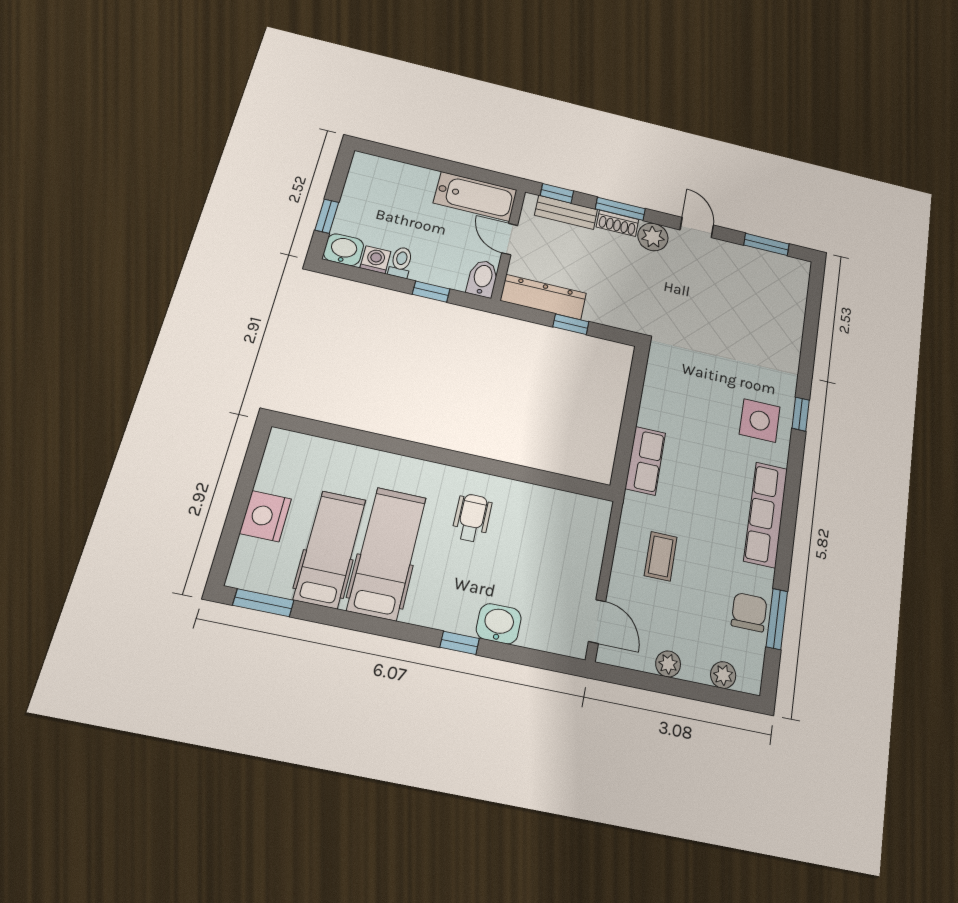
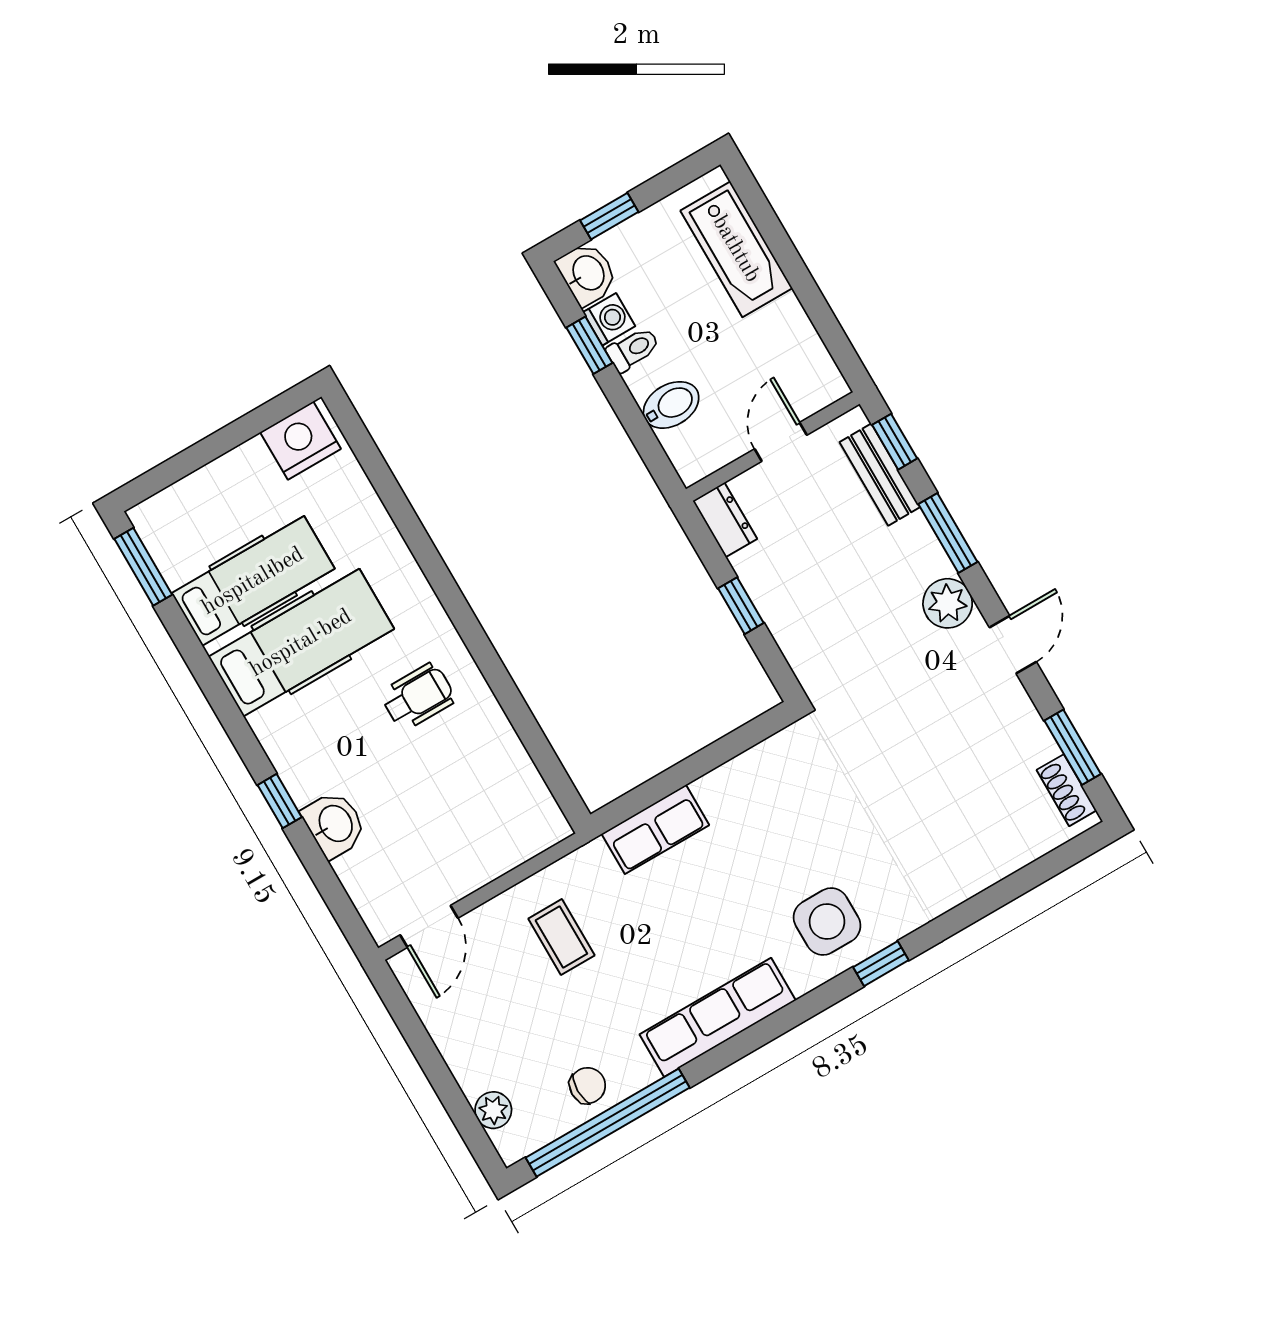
bathtub: (475, 196) -> (736, 249), moved
shoe rack: (617, 223) -> (1066, 790), moved
bidet: (483, 278) -> (671, 405), moved
window: (431, 292) -> (589, 345), moved
dresser: (543, 297) -> (725, 520), width x0.51, depth x0.80
nightstand: (265, 516) -> (300, 440), moved
coffee table: (661, 556) -> (561, 937), turned 90
chair: (749, 612) -> (588, 1085), width x0.73, depth x0.73
window: (777, 619) -> (608, 1123), width x2.11
plant: (668, 664) -> (452, 1040), removed

